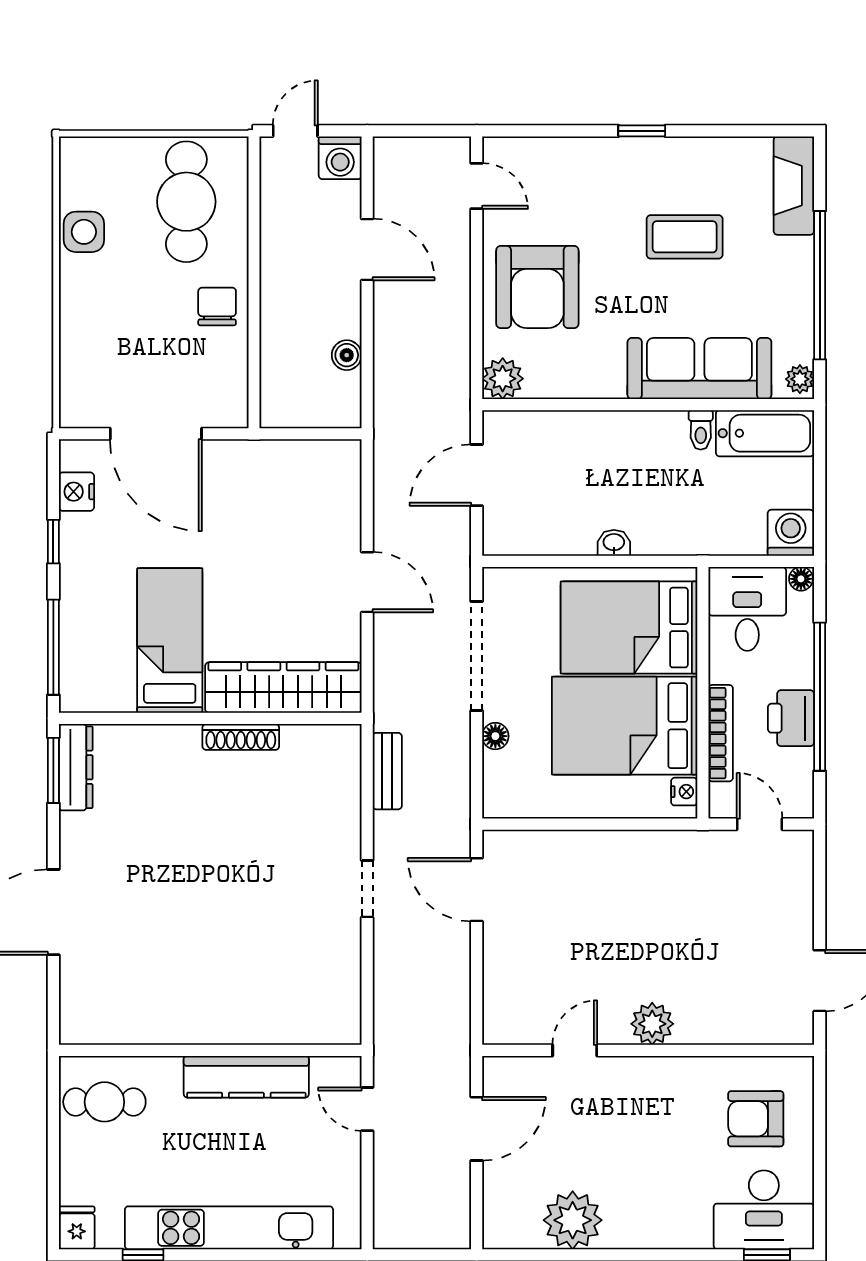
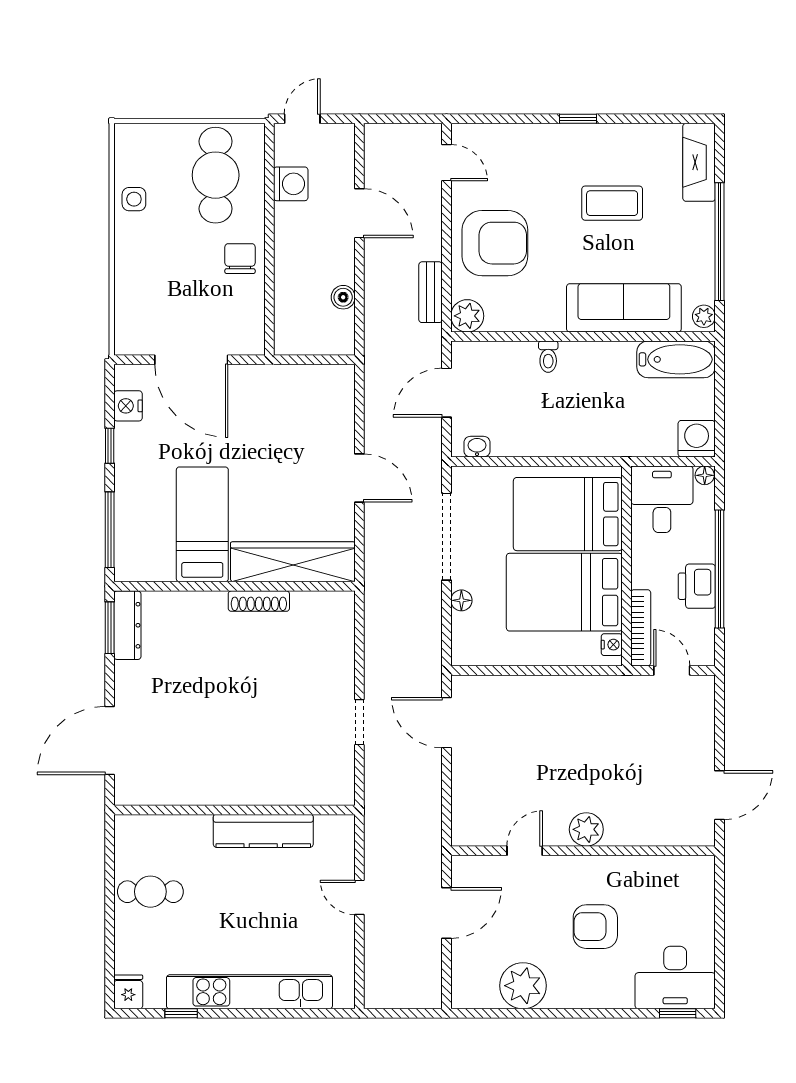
washing machine: (340, 158) -> (291, 184), moved, turned -90
side table: (84, 232) -> (134, 199), width x0.73, depth x0.73
armchair: (537, 287) -> (495, 243), turned -90
toilet: (701, 430) -> (548, 357), moved
washbasin: (614, 543) -> (477, 447), moved
bookcase: (721, 733) -> (641, 628), moved
bench: (387, 771) -> (431, 292), moved
wall: (210, 1050) -> (235, 810), moved
kitchen counter: (246, 1077) -> (263, 831), moved
armchair: (756, 1119) -> (595, 927), moved

